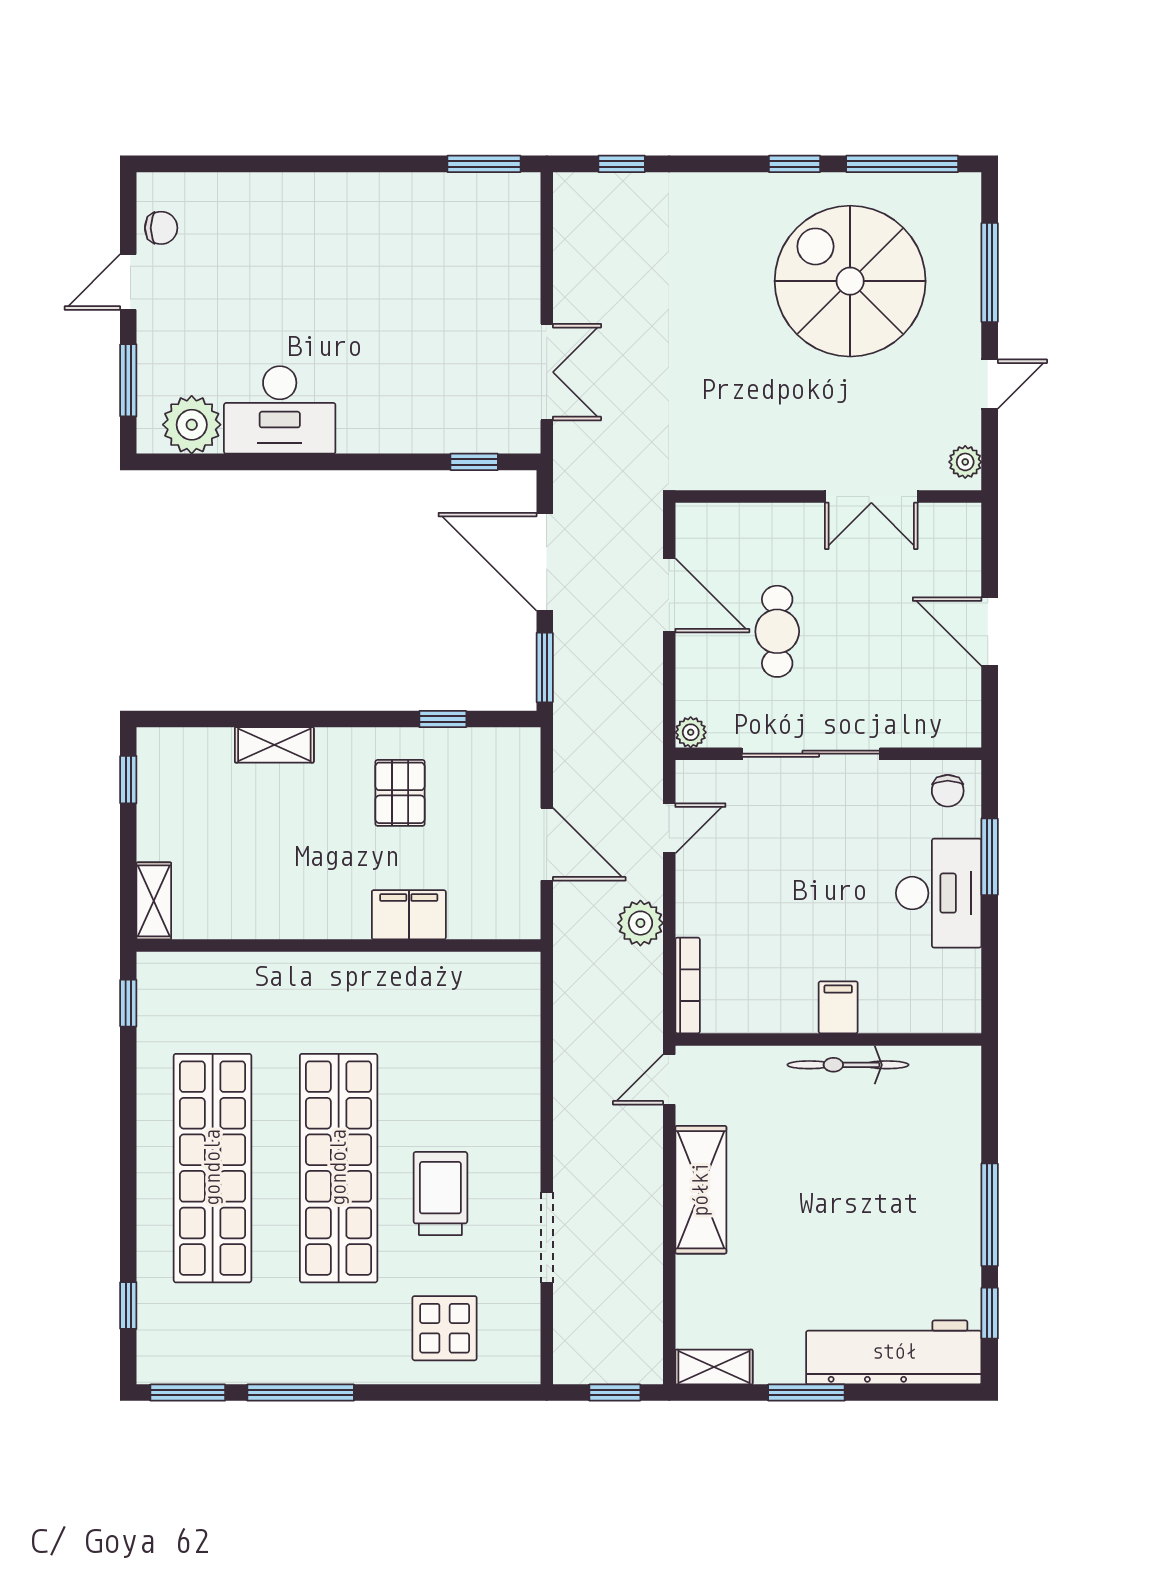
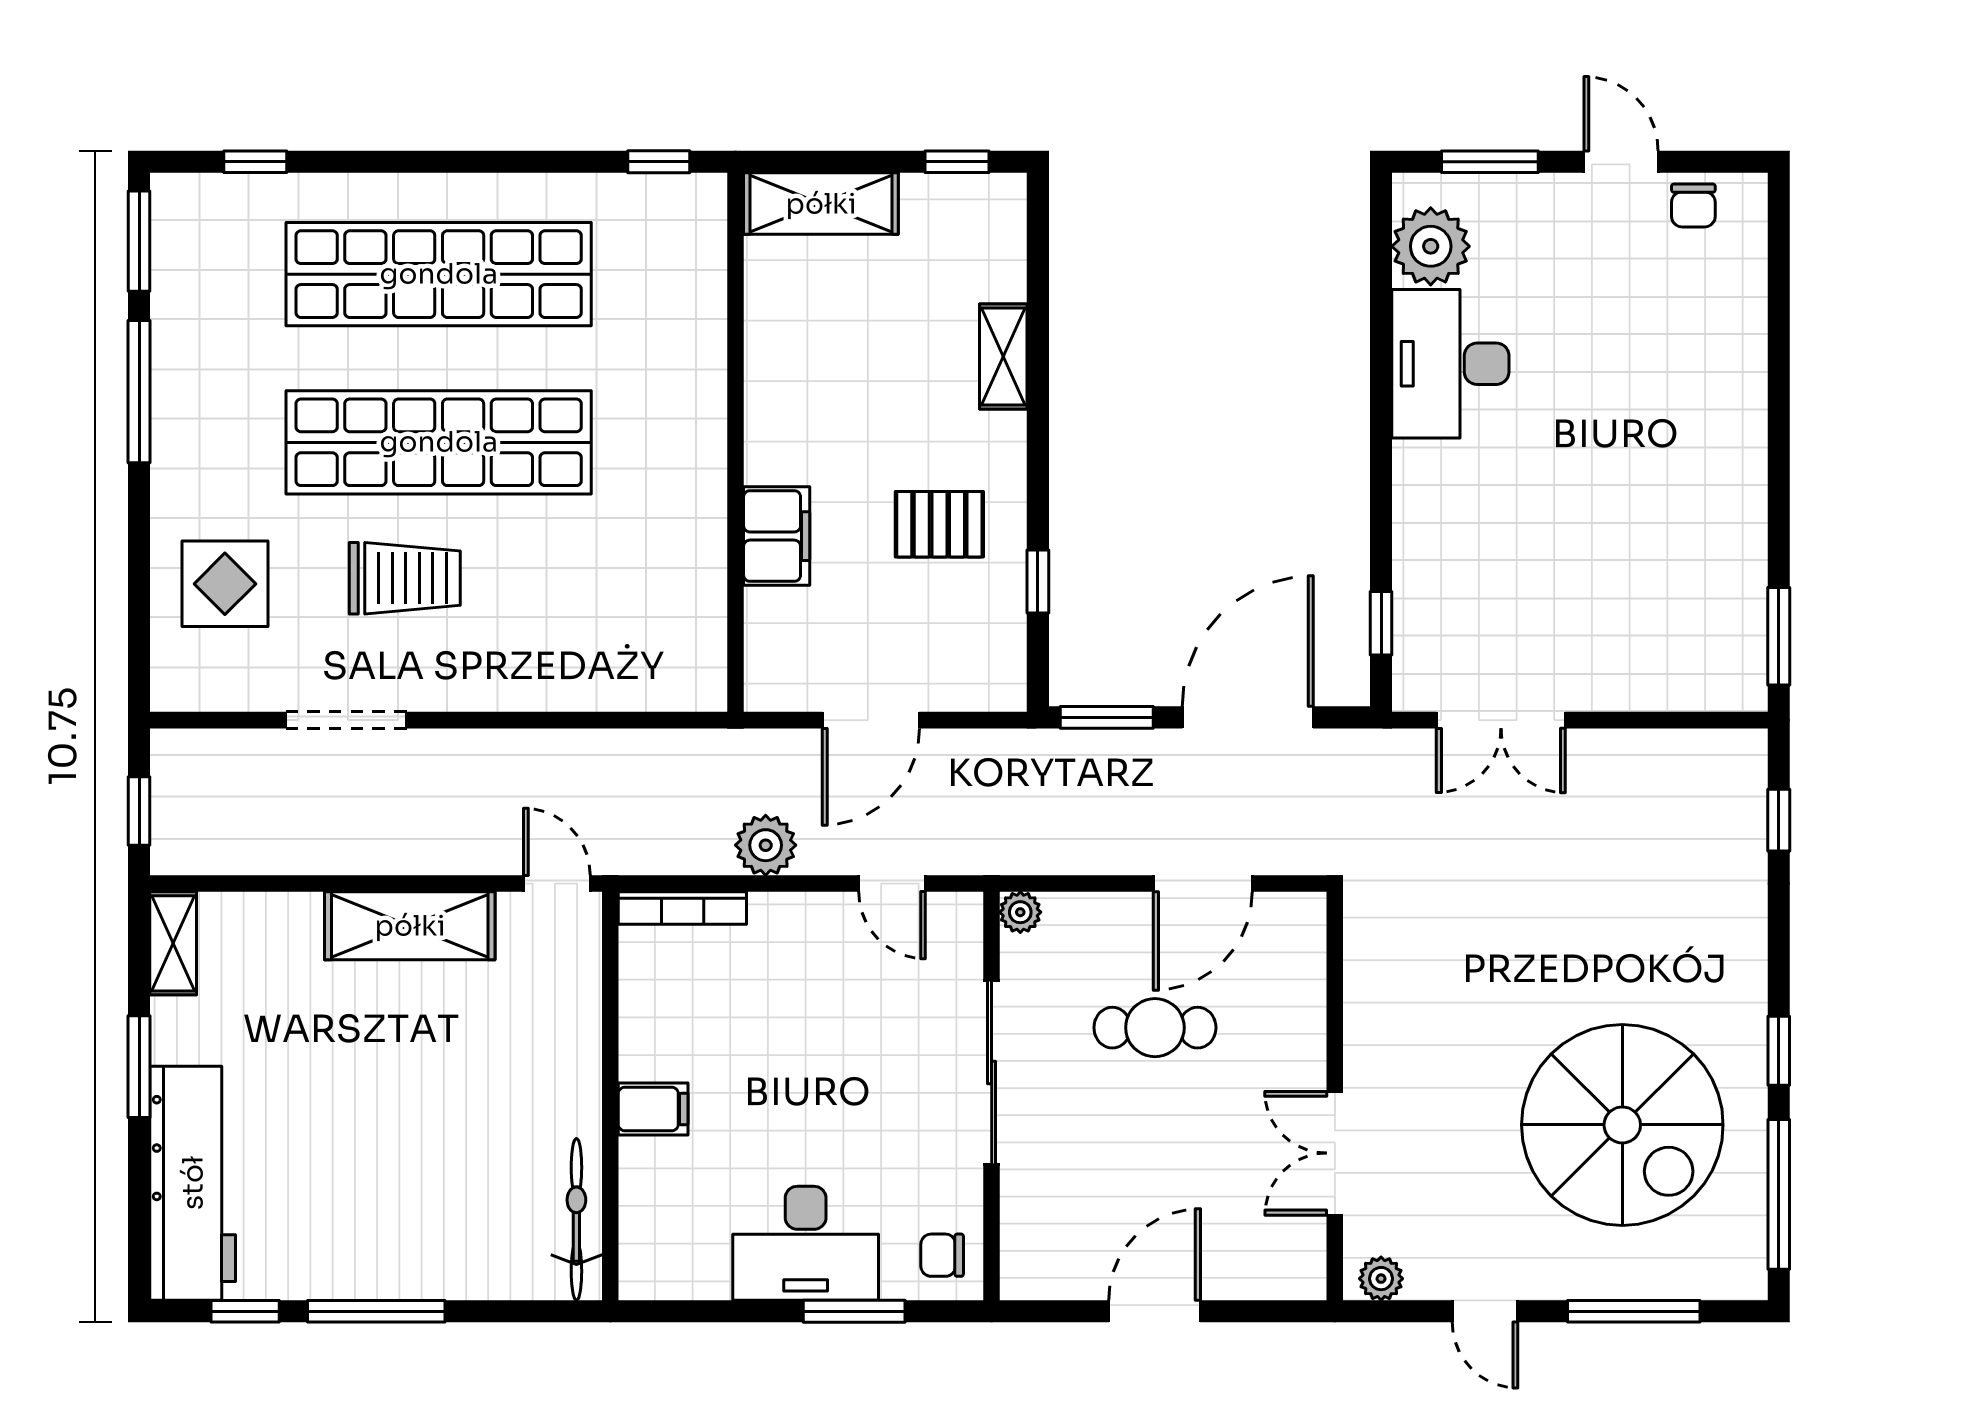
spiral stairs: (850, 281) -> (1622, 1125), turned 90
shelving: (154, 901) -> (821, 204), width x1.50, depth x1.33
bicycle: (848, 1065) -> (576, 1219), moved

